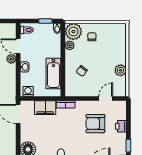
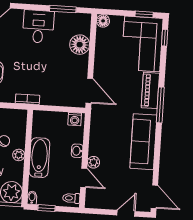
plant: (70, 45) -> (19, 155), moved
bathtub: (53, 74) -> (39, 158), moved
filing cabinet: (45, 108) -> (54, 97), removed

